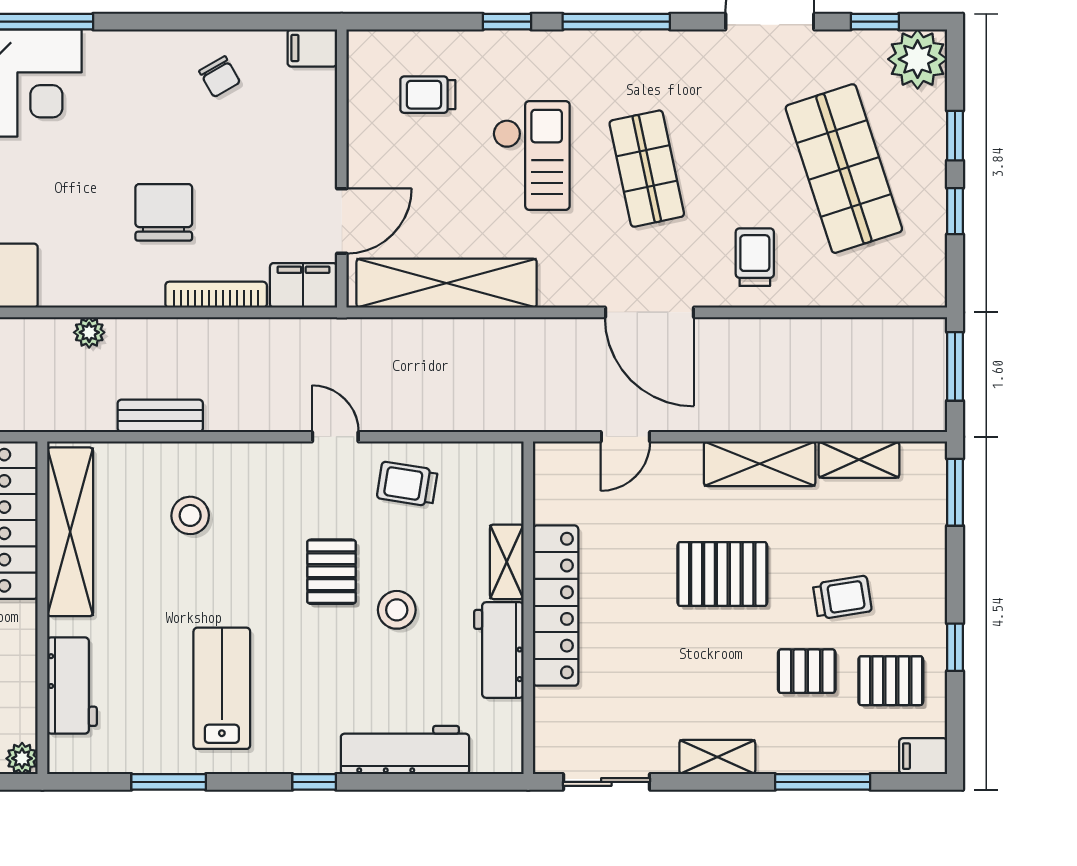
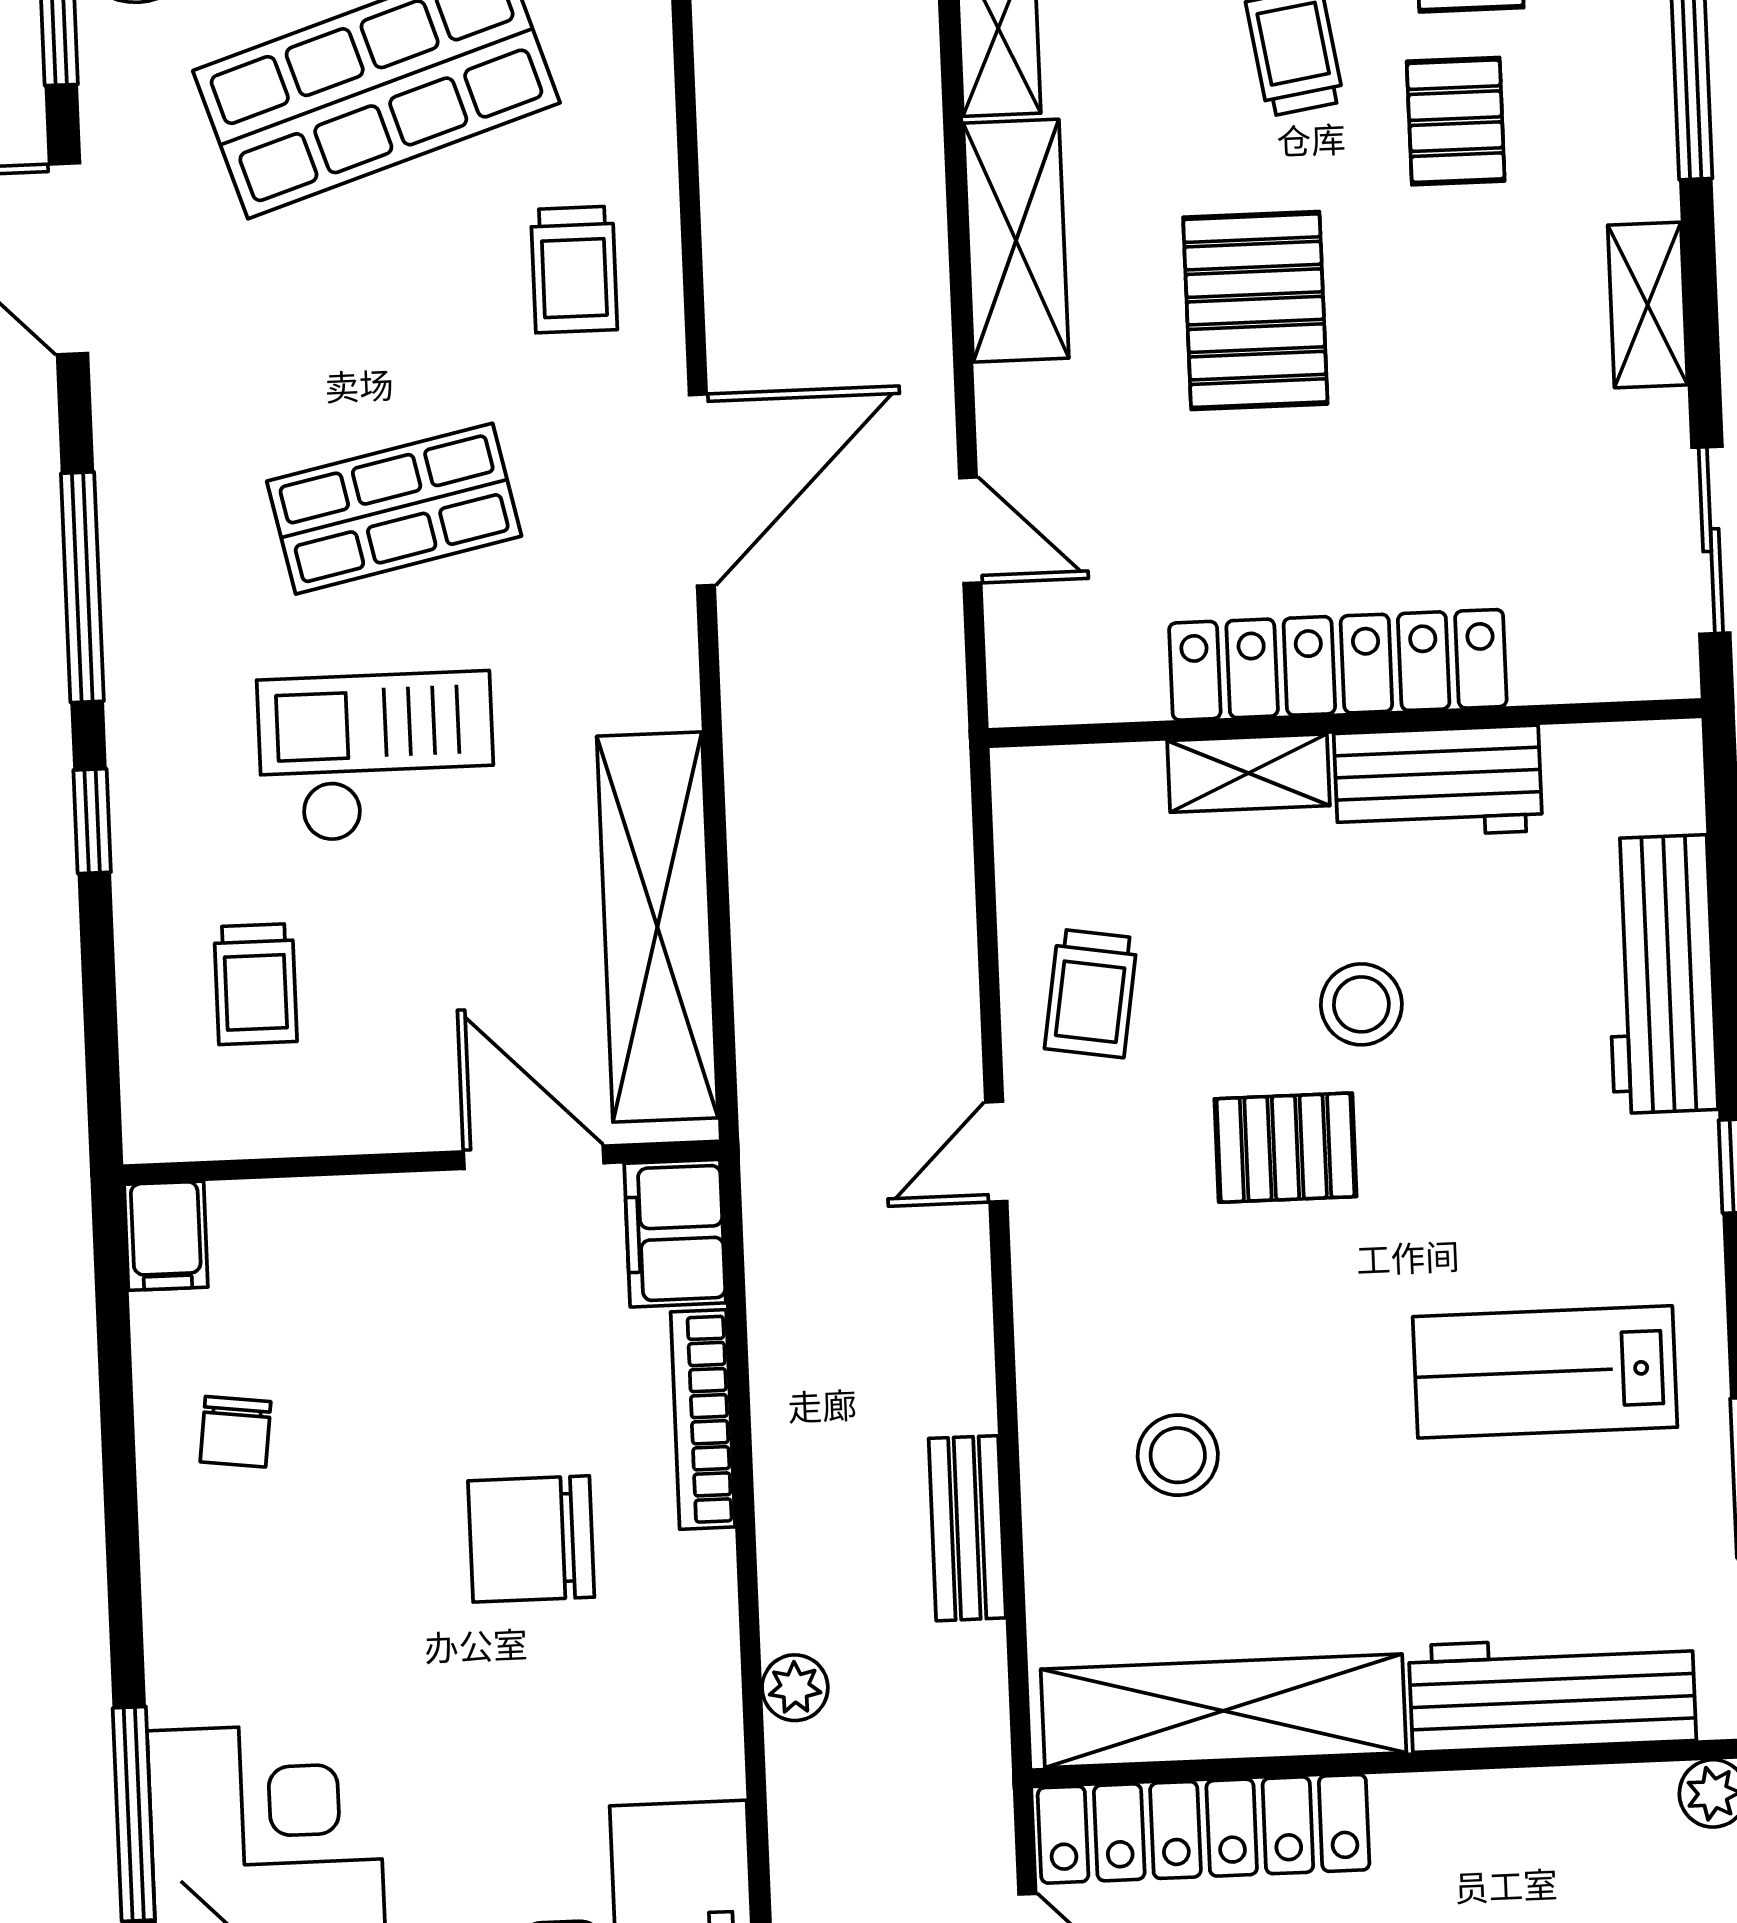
chair: (220, 77) -> (235, 1432), turned 127
trolley: (755, 257) -> (574, 270), turned -90
workbench: (72, 686) -> (1552, 1693), width x1.37

